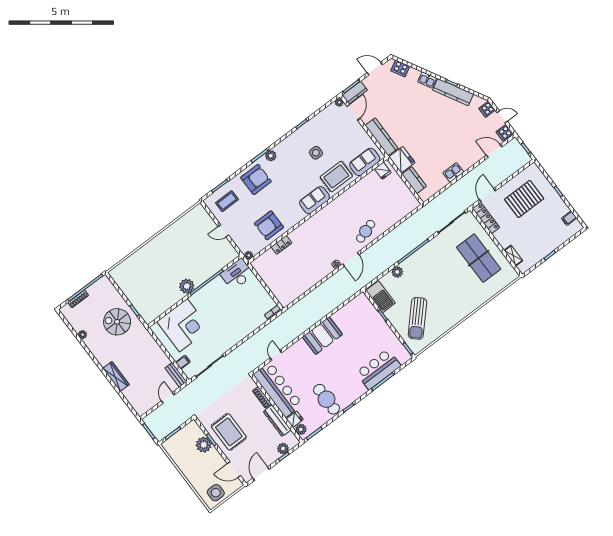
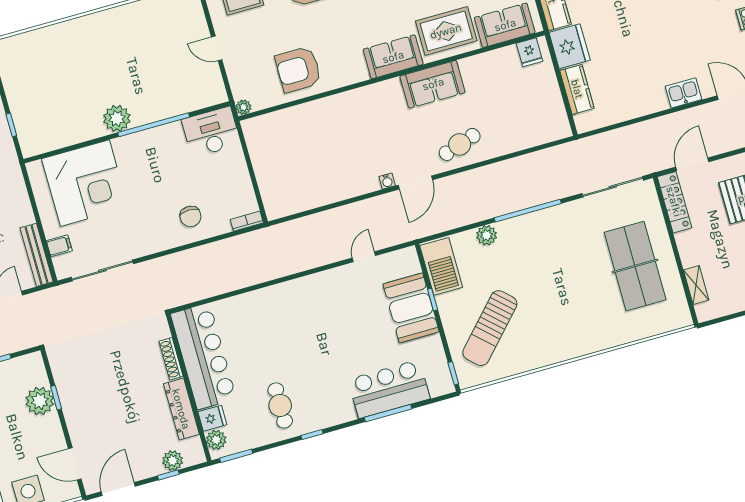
kitchen sink: (453, 172) -> (683, 93), moved
sofa: (340, 206) -> (433, 84), added
locker: (282, 245) -> (307, 111), removed
chair: (244, 321) -> (190, 216), added
booth: (322, 336) -> (411, 308), moved, turned 90
door: (276, 355) -> (364, 257), moved
bench: (176, 375) -> (37, 255), width x1.36
cafe table: (326, 399) -> (280, 405), width x0.73, depth x0.74
rug: (229, 432) -> (91, 396), removed

